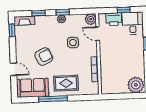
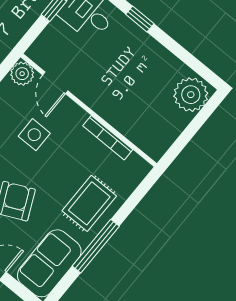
printer: (114, 19) -> (55, 37), removed
door: (98, 34) -> (55, 83), hinge flipped

